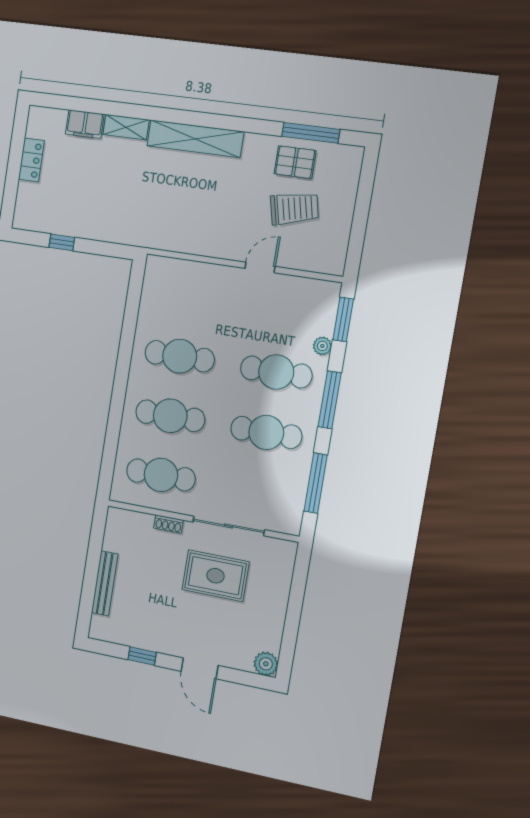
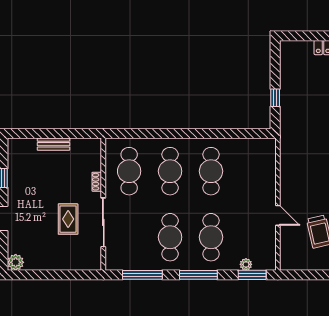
window: (62, 242) -> (275, 98), moved
plant: (322, 346) -> (246, 264), moved
rug: (215, 576) -> (68, 219), width x0.73, depth x0.70
bench: (105, 583) -> (53, 144), width x0.73

